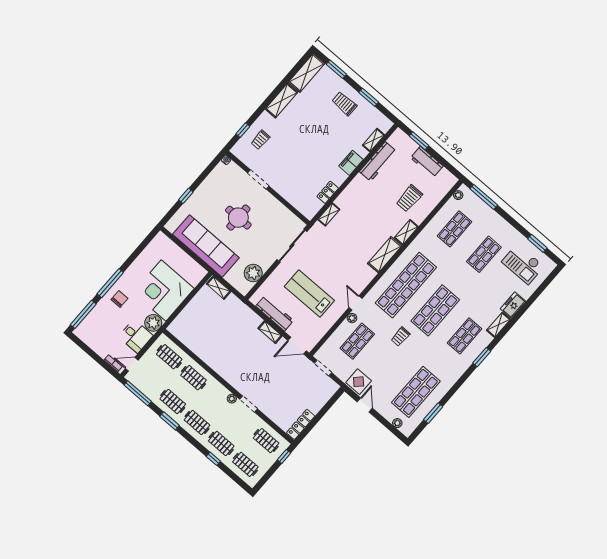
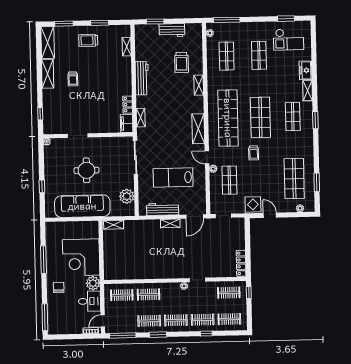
trolley: (260, 140) -> (73, 79), moved
workbench: (378, 162) -> (142, 78), moved
filing cabinet: (351, 163) -> (127, 123), moved
shelving: (385, 255) -> (198, 129), moved
window: (110, 283) -> (44, 260), moved

